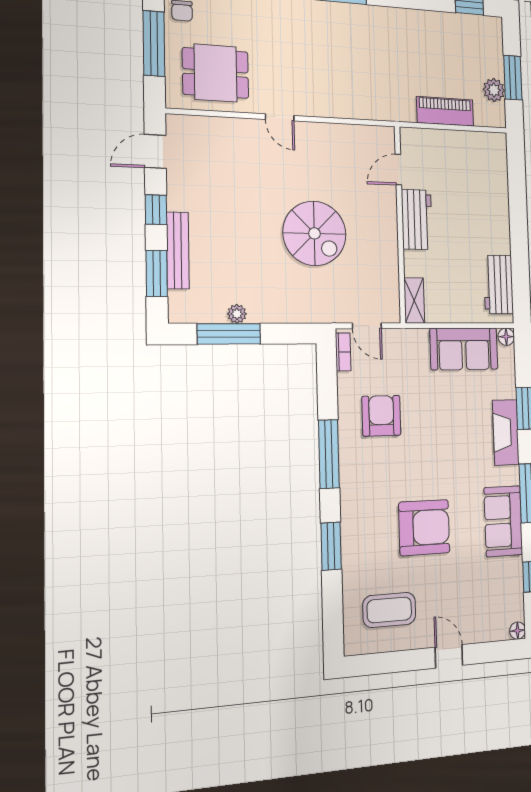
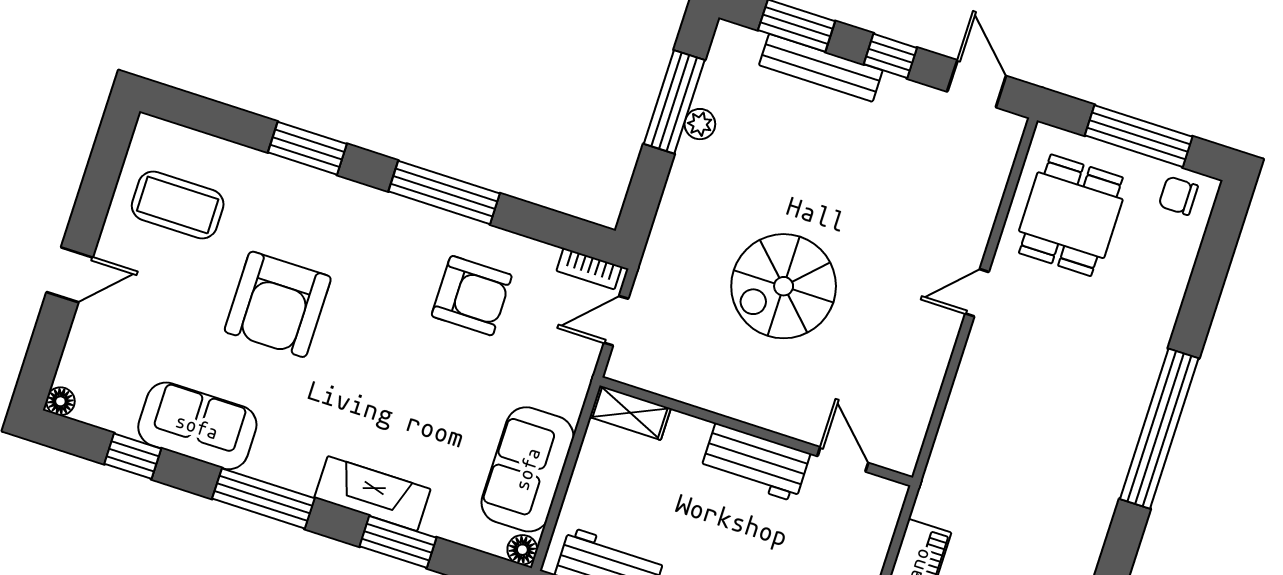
sofa: (503, 521) -> (197, 426), moved
coffee table: (389, 610) -> (178, 205), turned 90

